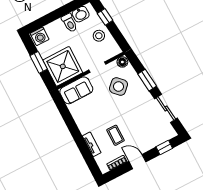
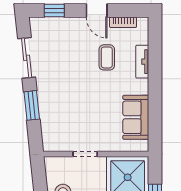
floor lamp: (122, 62) -> (51, 144), removed
side table: (118, 86) -> (71, 116), removed
sofa: (76, 90) -> (136, 117), moved, turned -90

